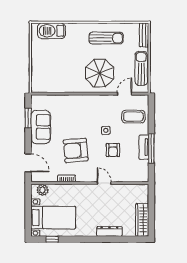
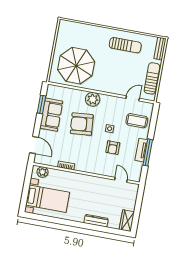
barbecue: (51, 31) -> (77, 29), removed
parasol: (100, 73) -> (76, 66), moved, width x1.36, depth x1.36
plant: (82, 102) -> (93, 99), added
armchair: (76, 150) -> (82, 124), moved
door: (104, 183) -> (121, 180), moved
wardrobe: (142, 220) -> (127, 221), width x0.67
window: (52, 239) -> (43, 218), removed

